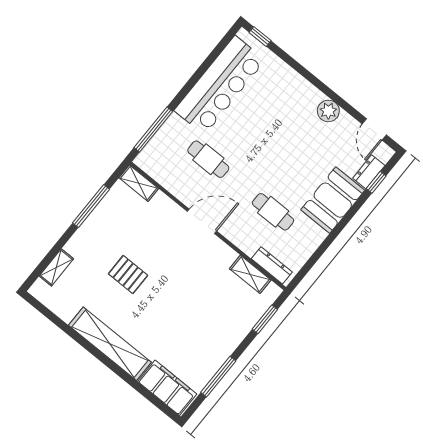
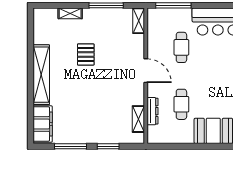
dresser: (272, 265) -> (152, 111), moved
shelving: (56, 267) -> (70, 13), moved
window: (265, 319) -> (108, 146), moved

